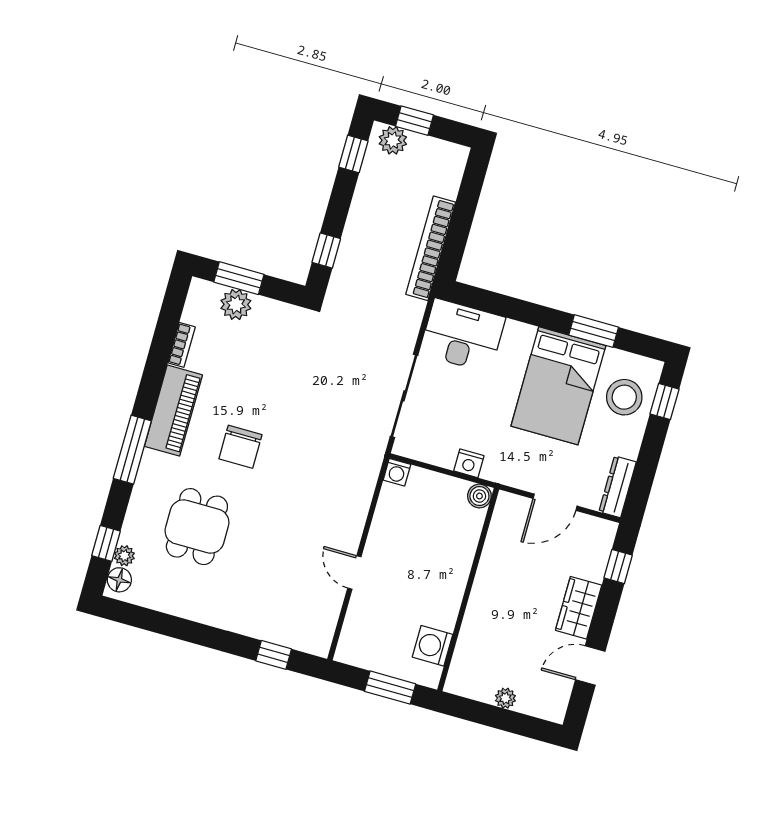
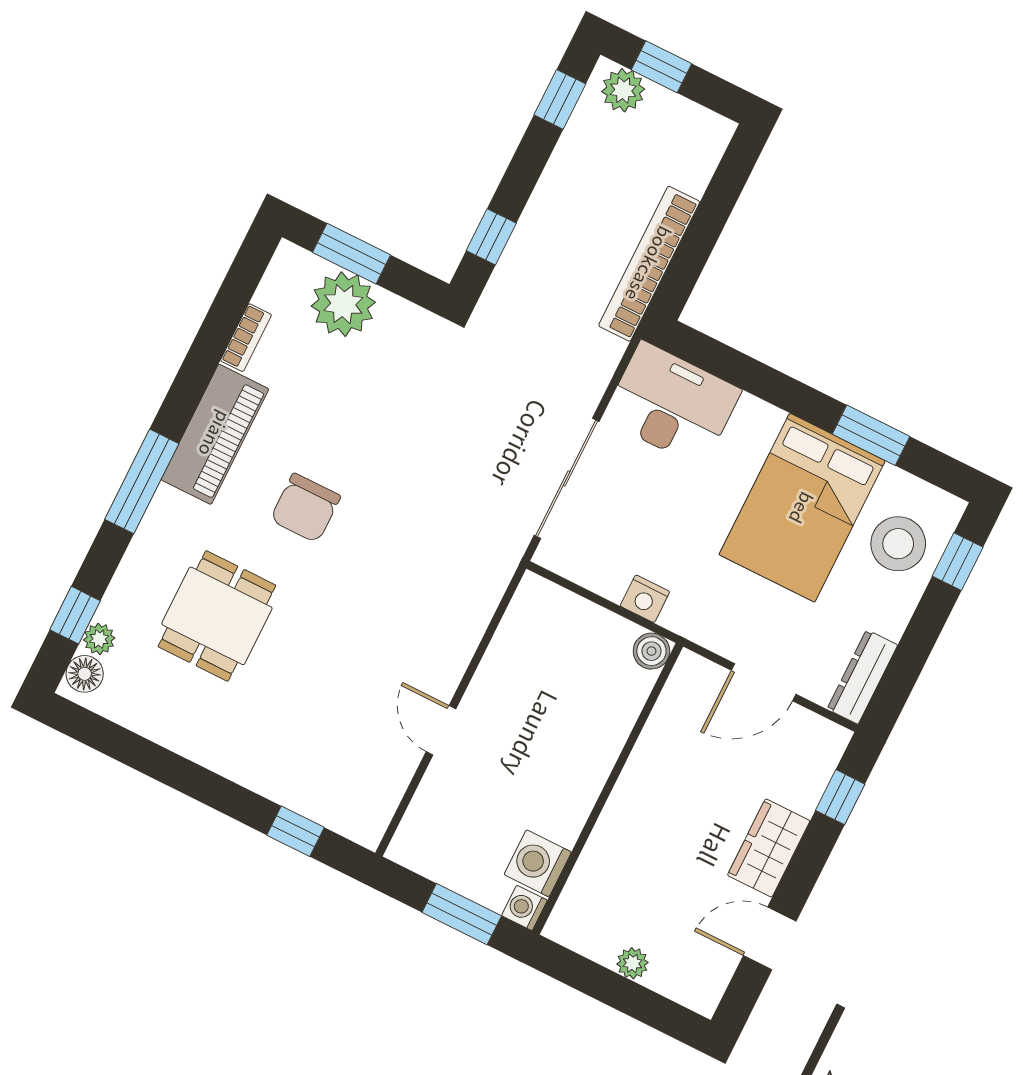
plant: (236, 305) -> (343, 304), width x1.36, depth x1.36
washing machine: (397, 472) -> (524, 908), moved, turned 90

